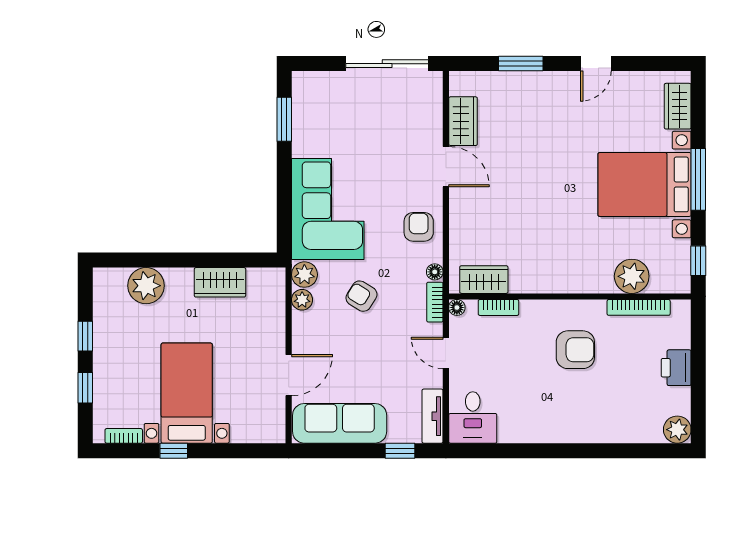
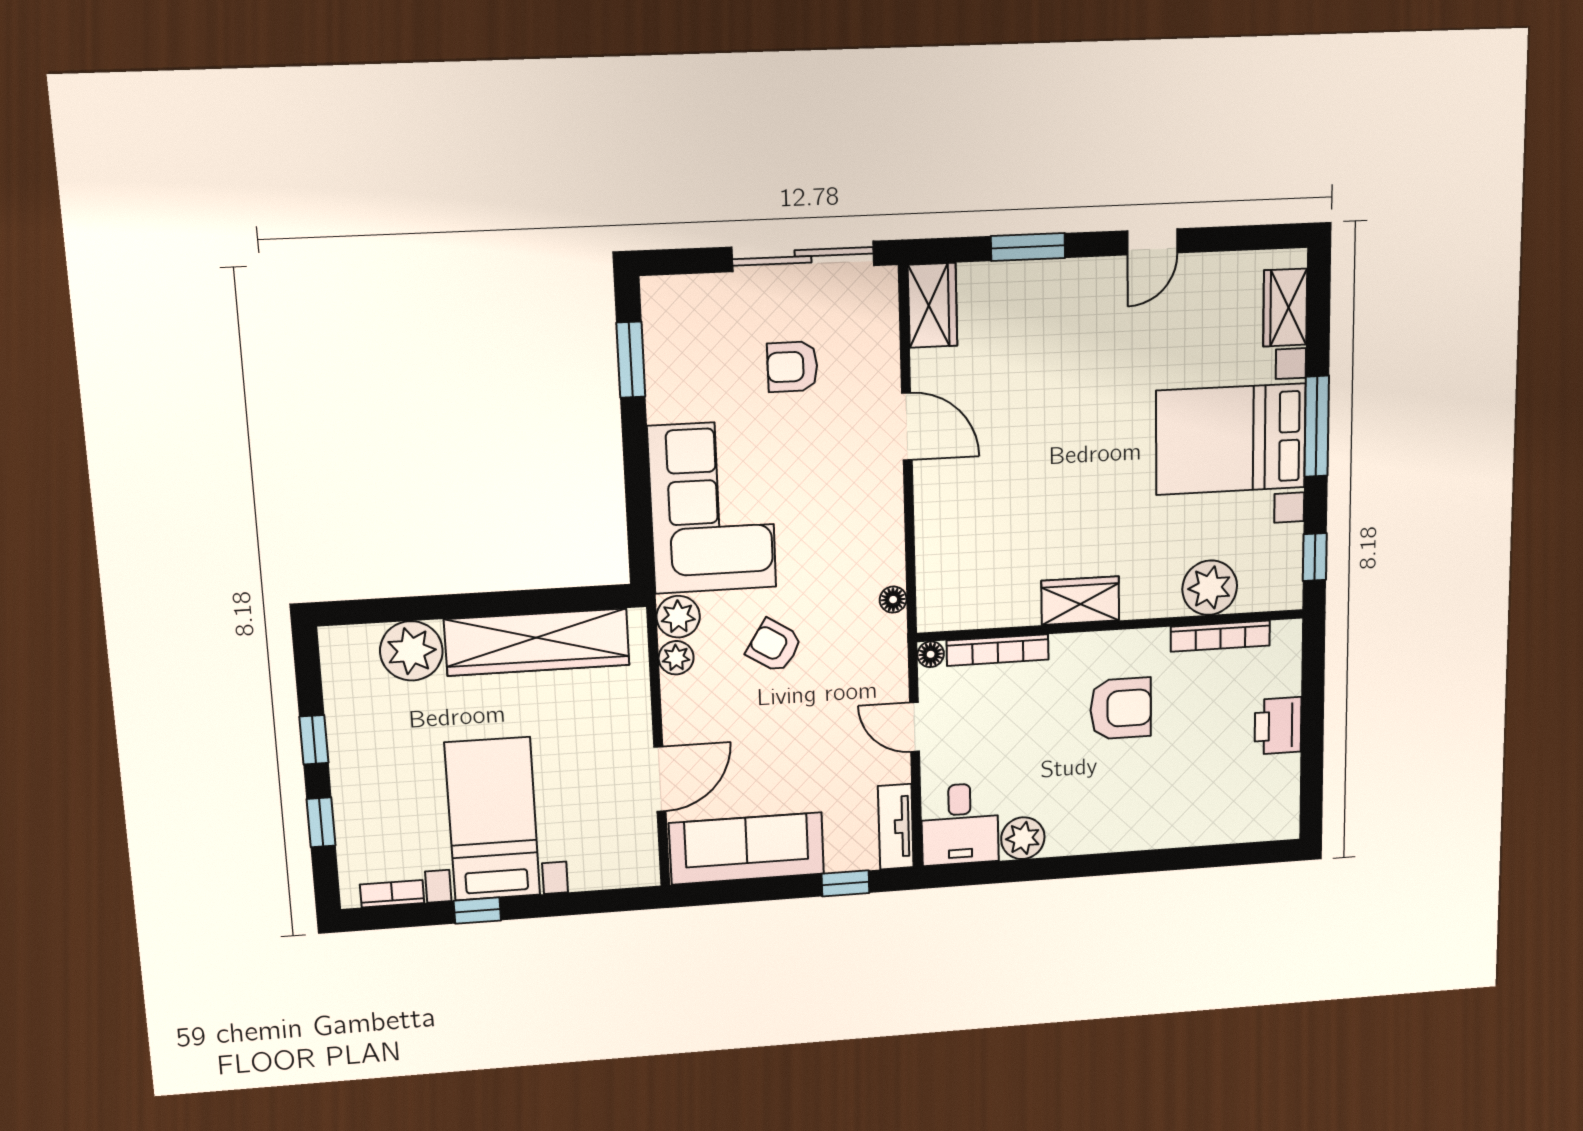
wardrobe: (463, 121) -> (933, 305), moved
armchair: (419, 227) -> (792, 367), moved, turned -90
wardrobe: (484, 280) -> (1080, 601), moved
wardrobe: (220, 282) -> (537, 642), width x2.10, depth x1.17
bookcase: (435, 302) -> (895, 648), removed
bookcase: (498, 307) -> (998, 650), width x1.56
plant: (677, 430) -> (1023, 838), moved

